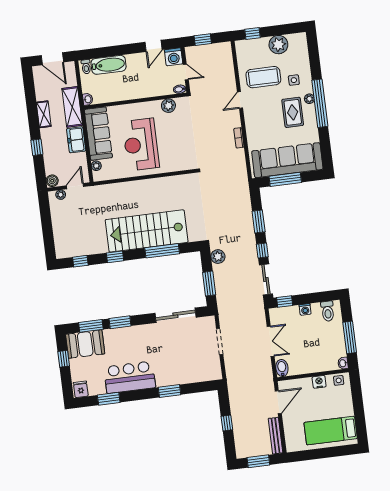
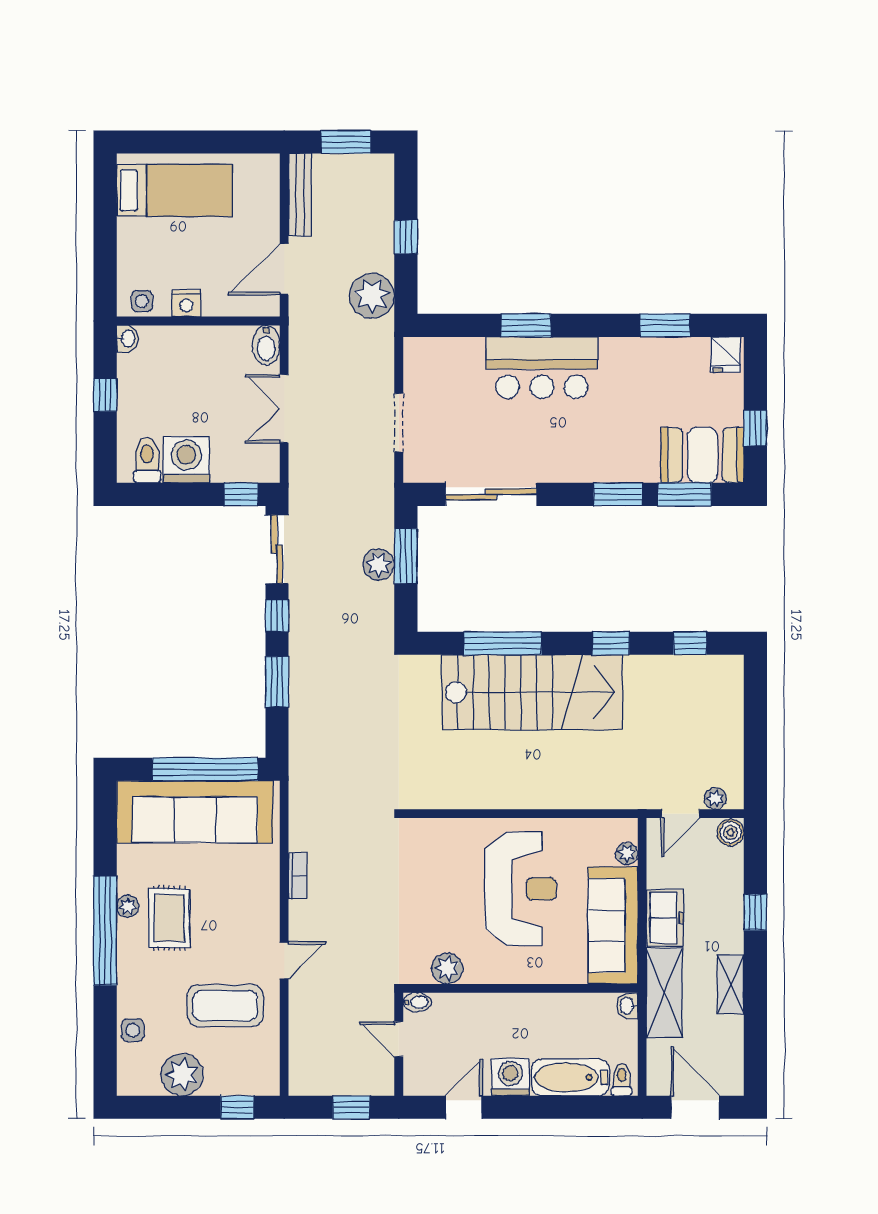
washing machine: (174, 57) -> (510, 1077), moved
side table: (294, 80) -> (133, 1030), moved
plant: (309, 99) -> (128, 906), moved
window: (285, 179) -> (205, 769), width x1.46
plant: (218, 257) -> (379, 565), moved
washing machine: (305, 309) -> (186, 460), width x1.89, depth x1.89
window: (350, 337) -> (105, 395), width x0.46
bar counter: (130, 377) -> (542, 368), moved
plant: (238, 395) -> (372, 296), added

